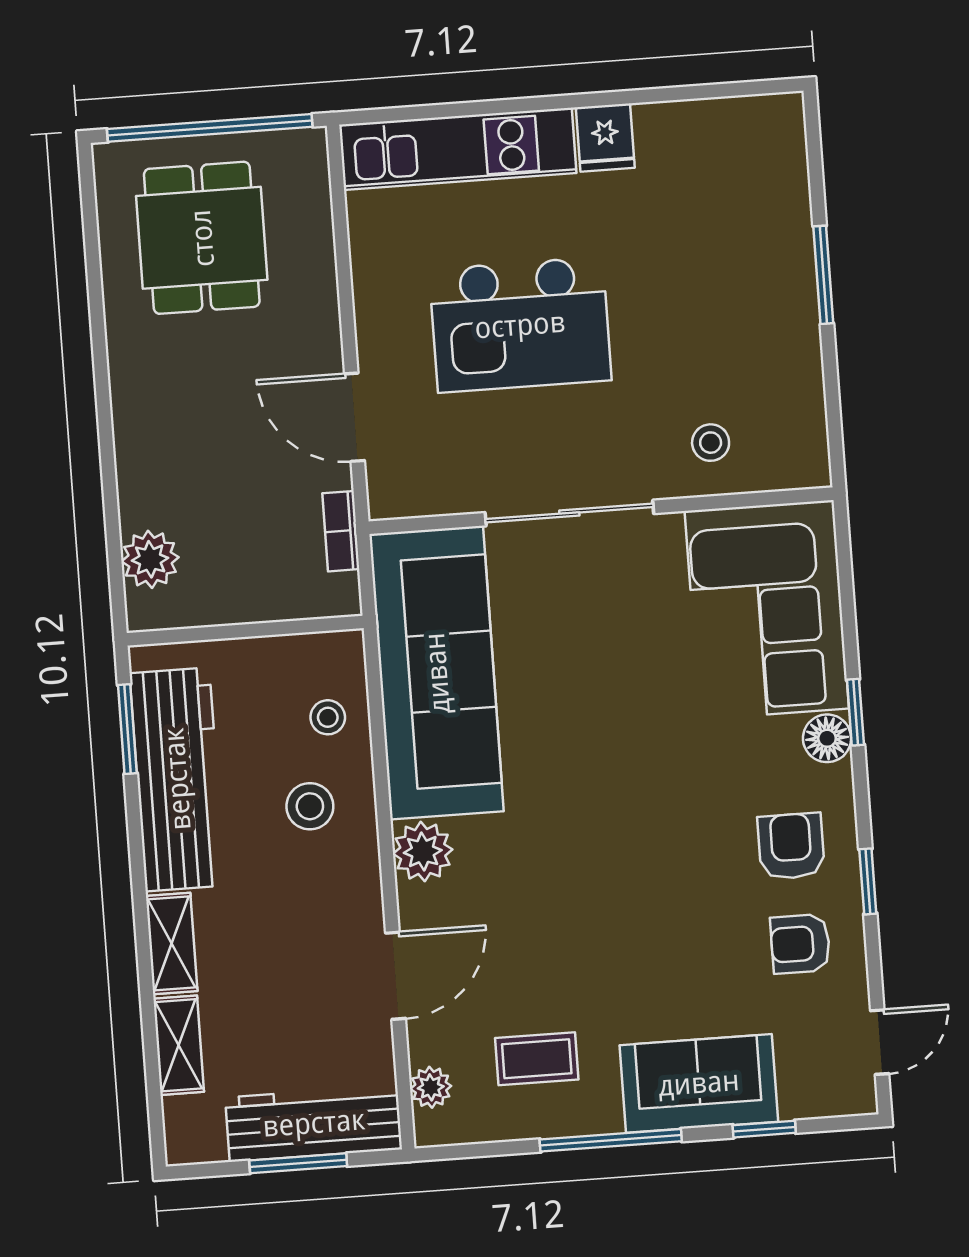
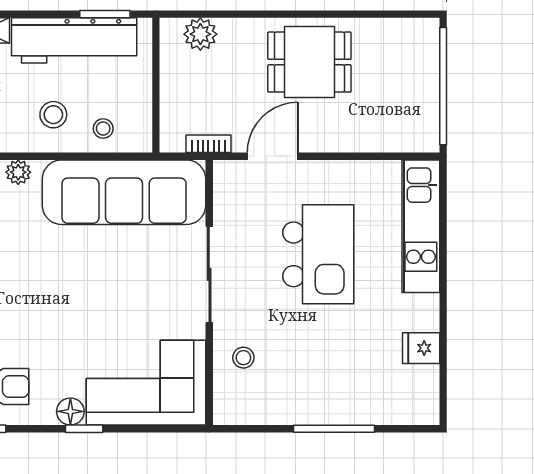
fridge: (605, 138) -> (421, 348), moved
dining table: (202, 238) -> (309, 62), moved
window: (823, 275) -> (334, 429), width x1.44
kitchen island: (520, 325) -> (318, 254), turned 180
plant: (423, 852) -> (18, 172), width x0.73, depth x0.73

